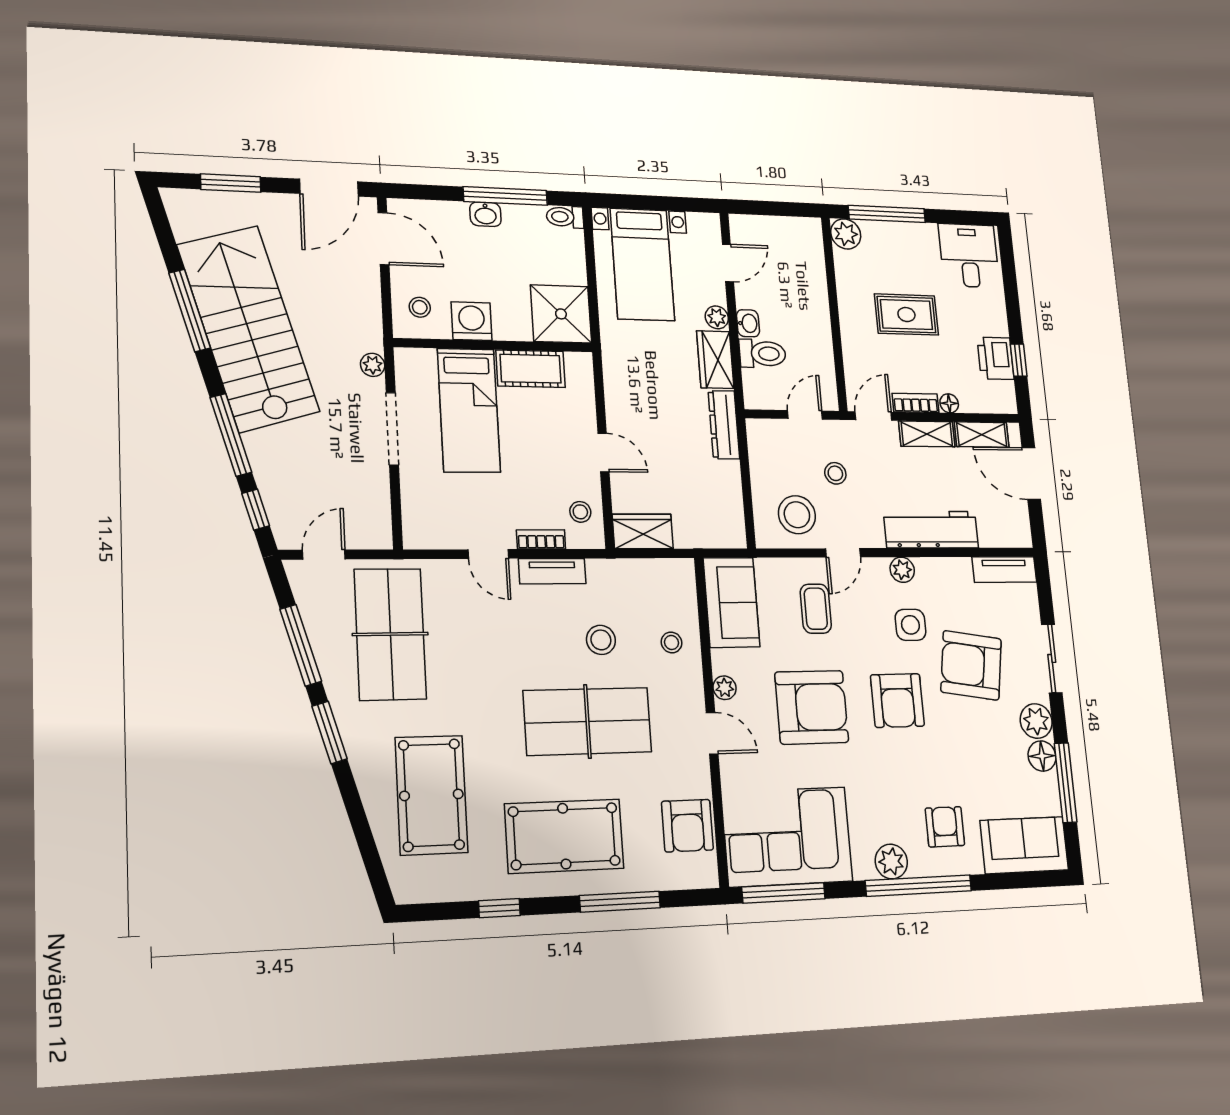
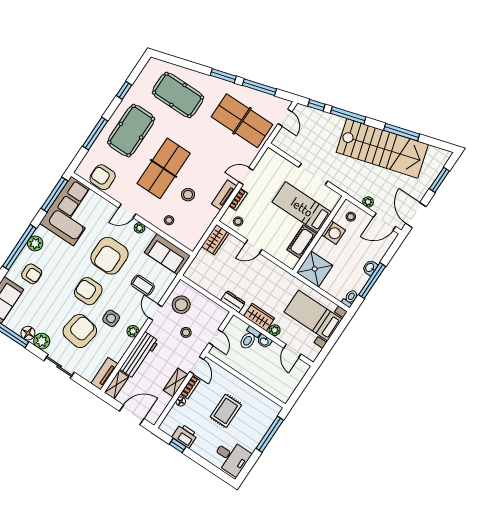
plant: (846, 234) -> (273, 410), removed
plant: (373, 365) -> (368, 202), moved
dresser: (724, 425) -> (233, 302), width x0.70
shelving: (982, 435) -> (117, 385), moved

